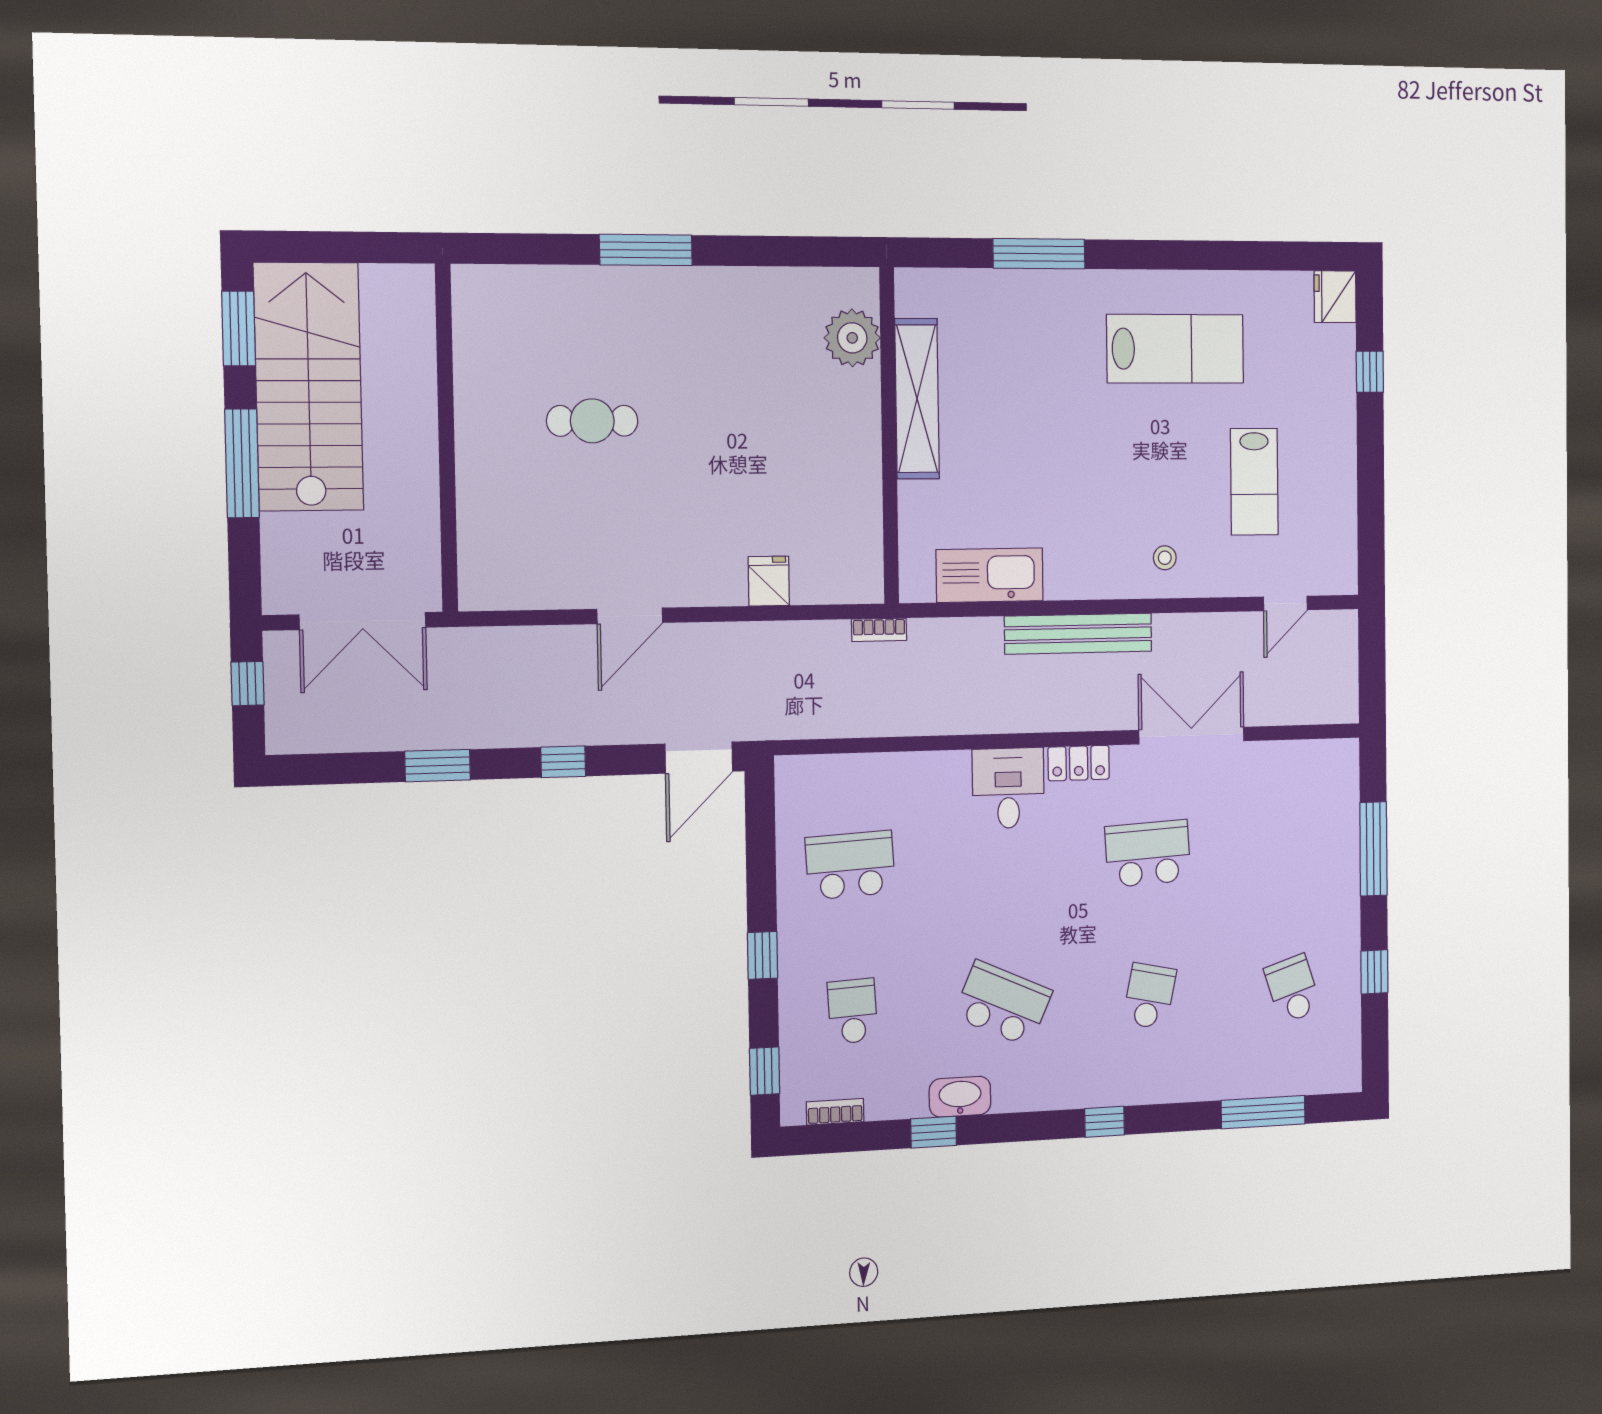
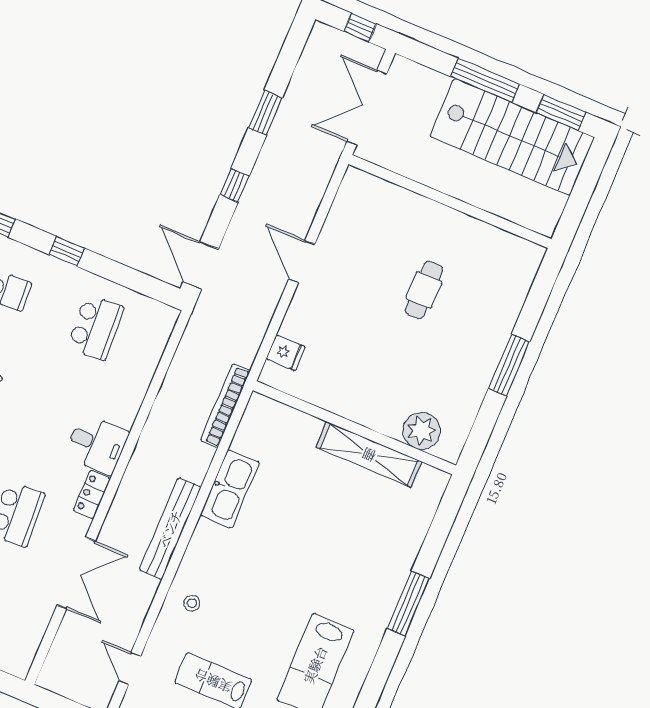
plant: (852, 338) -> (422, 431), moved
shelving: (917, 399) -> (369, 455), moved
wall: (889, 436) -> (354, 428), moved
bookcase: (879, 630) -> (225, 406), width x2.31, depth x1.31

